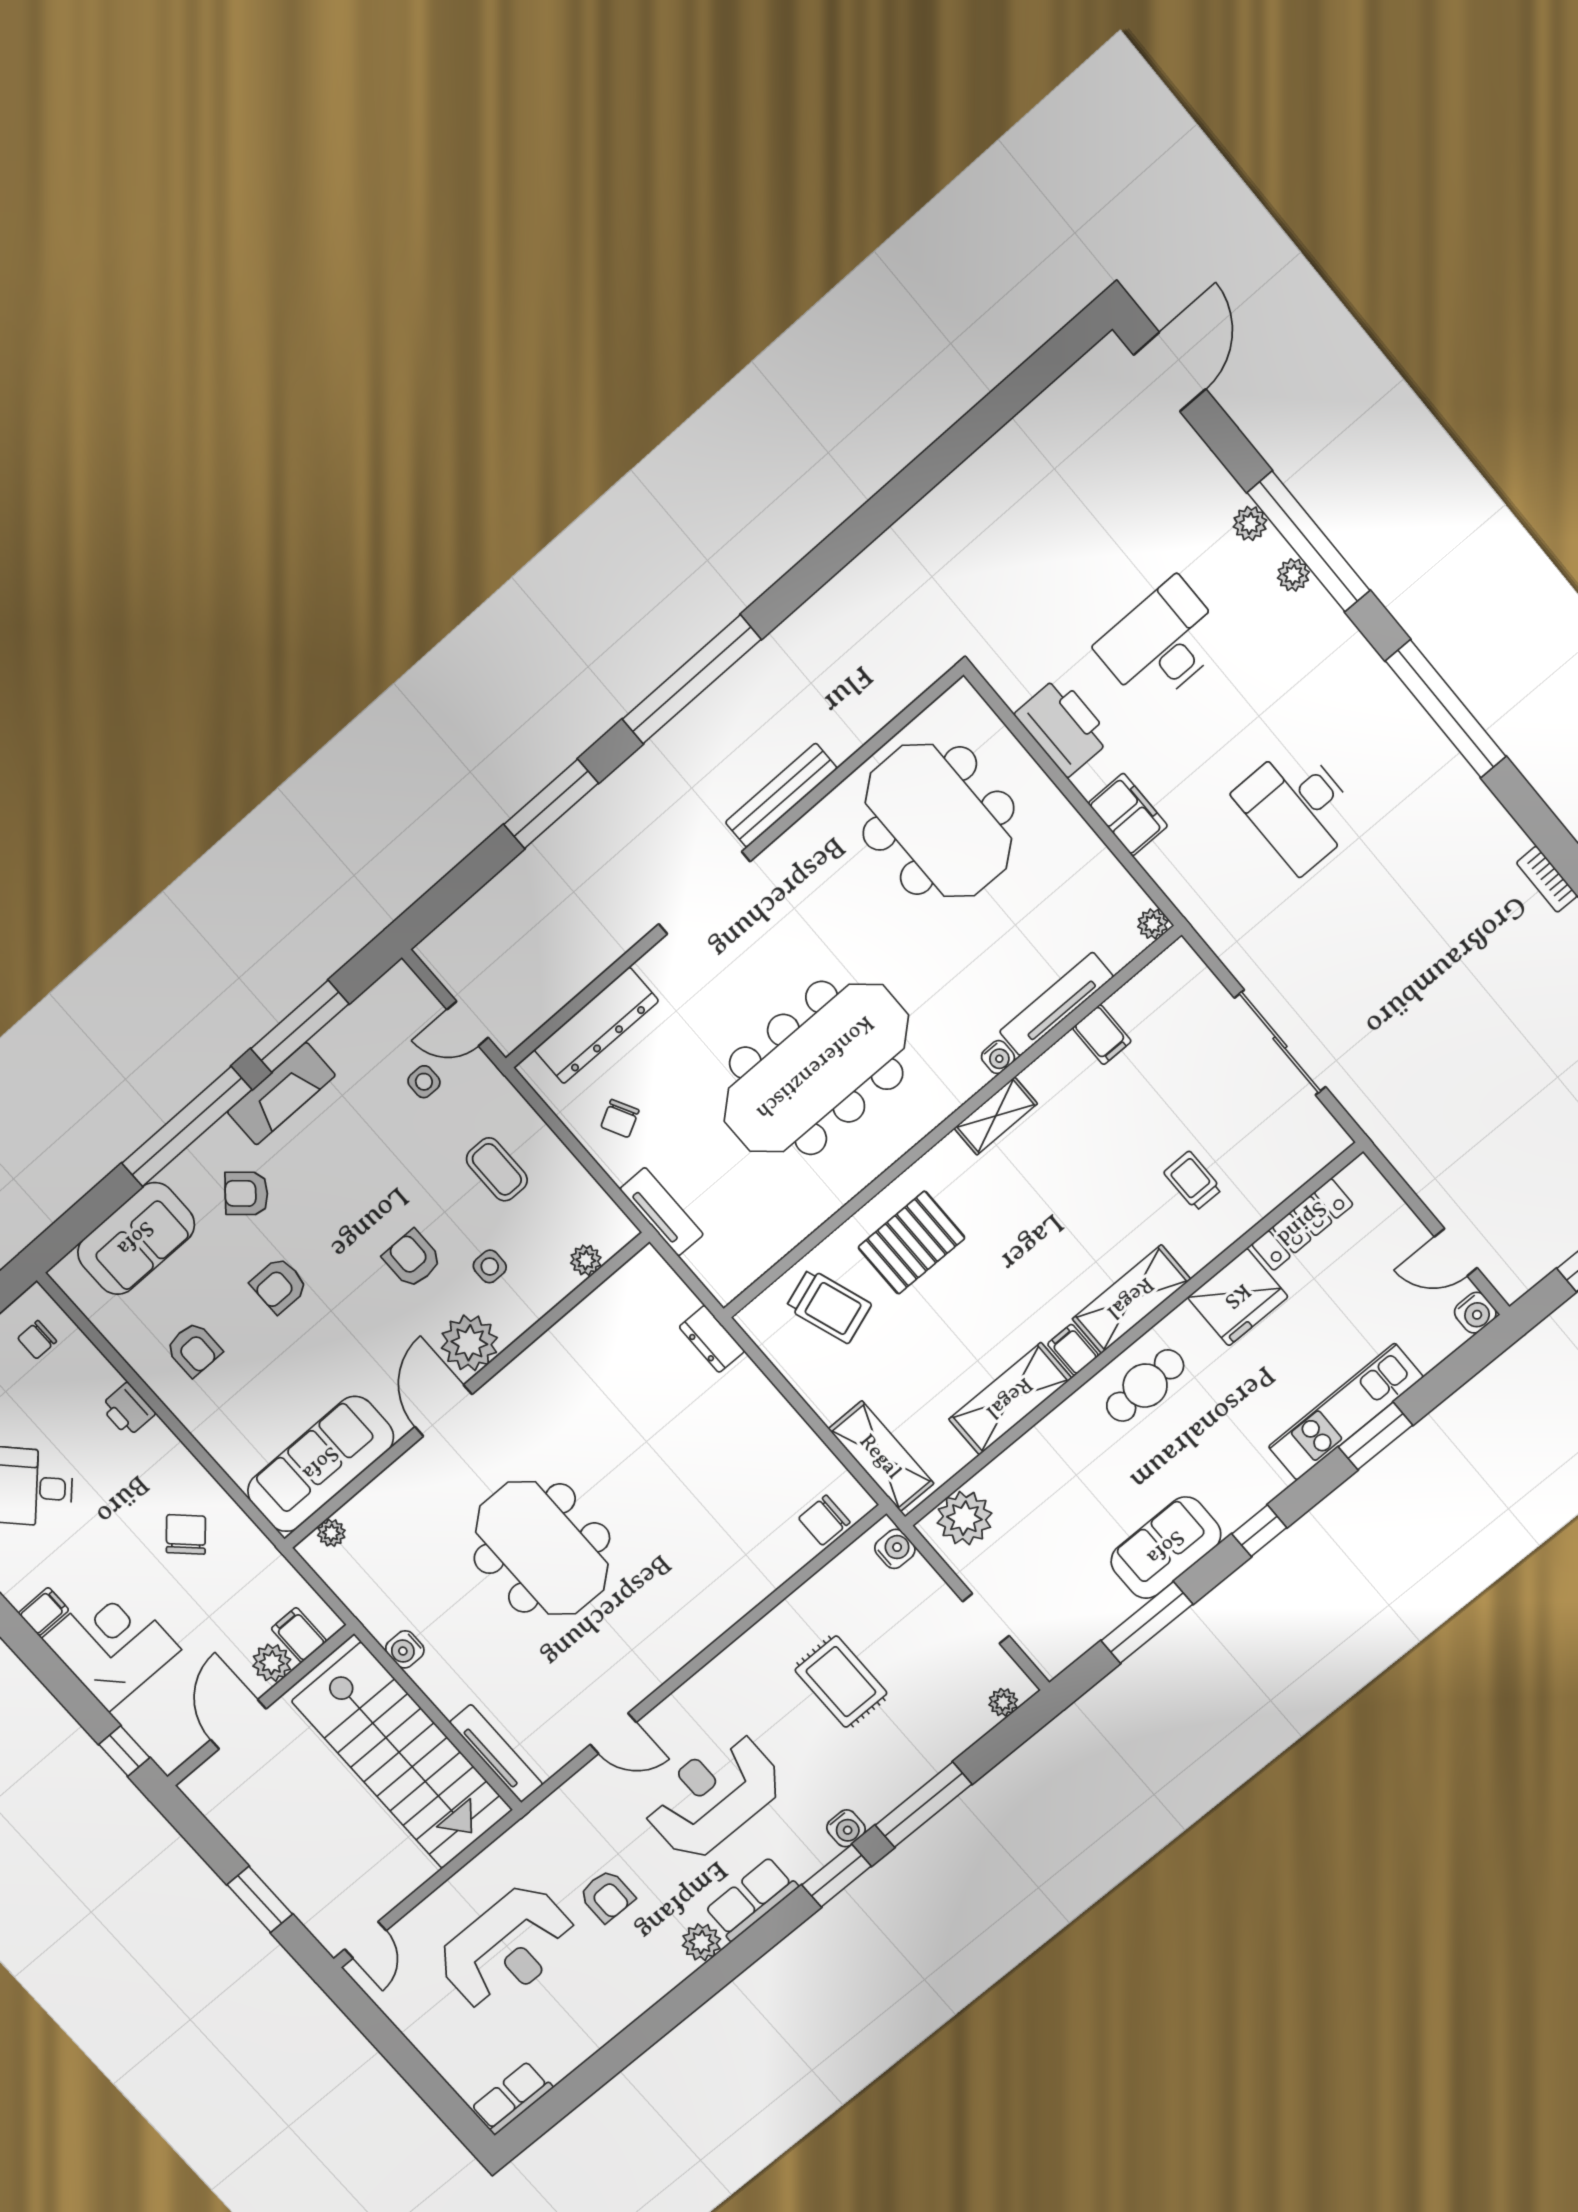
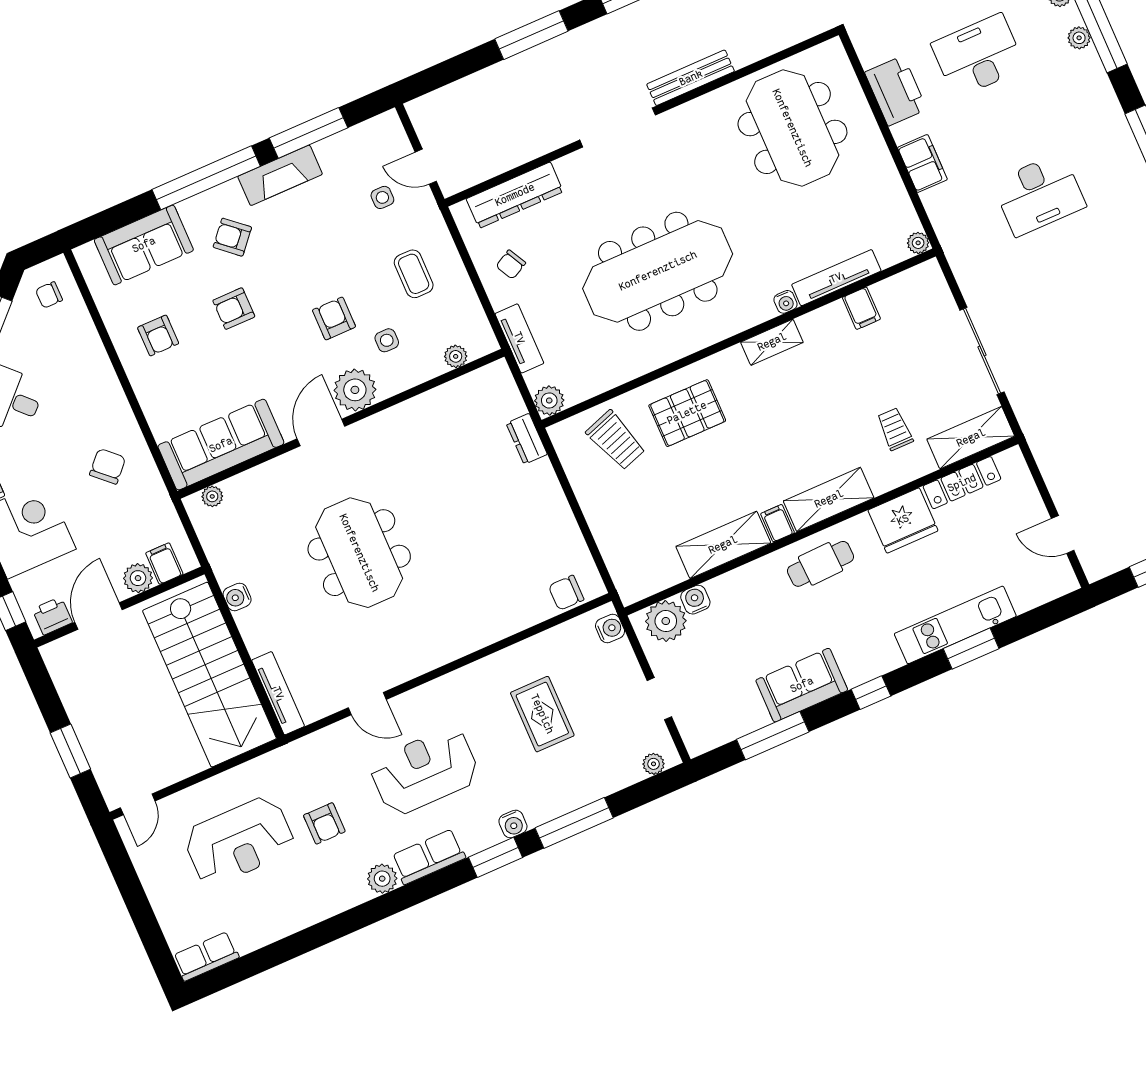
desk: (1298, 808) -> (1039, 194), turned -90
plant: (726, 1281) -> (549, 400), added
water cooler: (1475, 1313) -> (695, 600), moved, turned 180
printer: (128, 1410) -> (52, 616), moved, turned 90
shelving: (881, 1456) -> (971, 438), moved, turned 90

